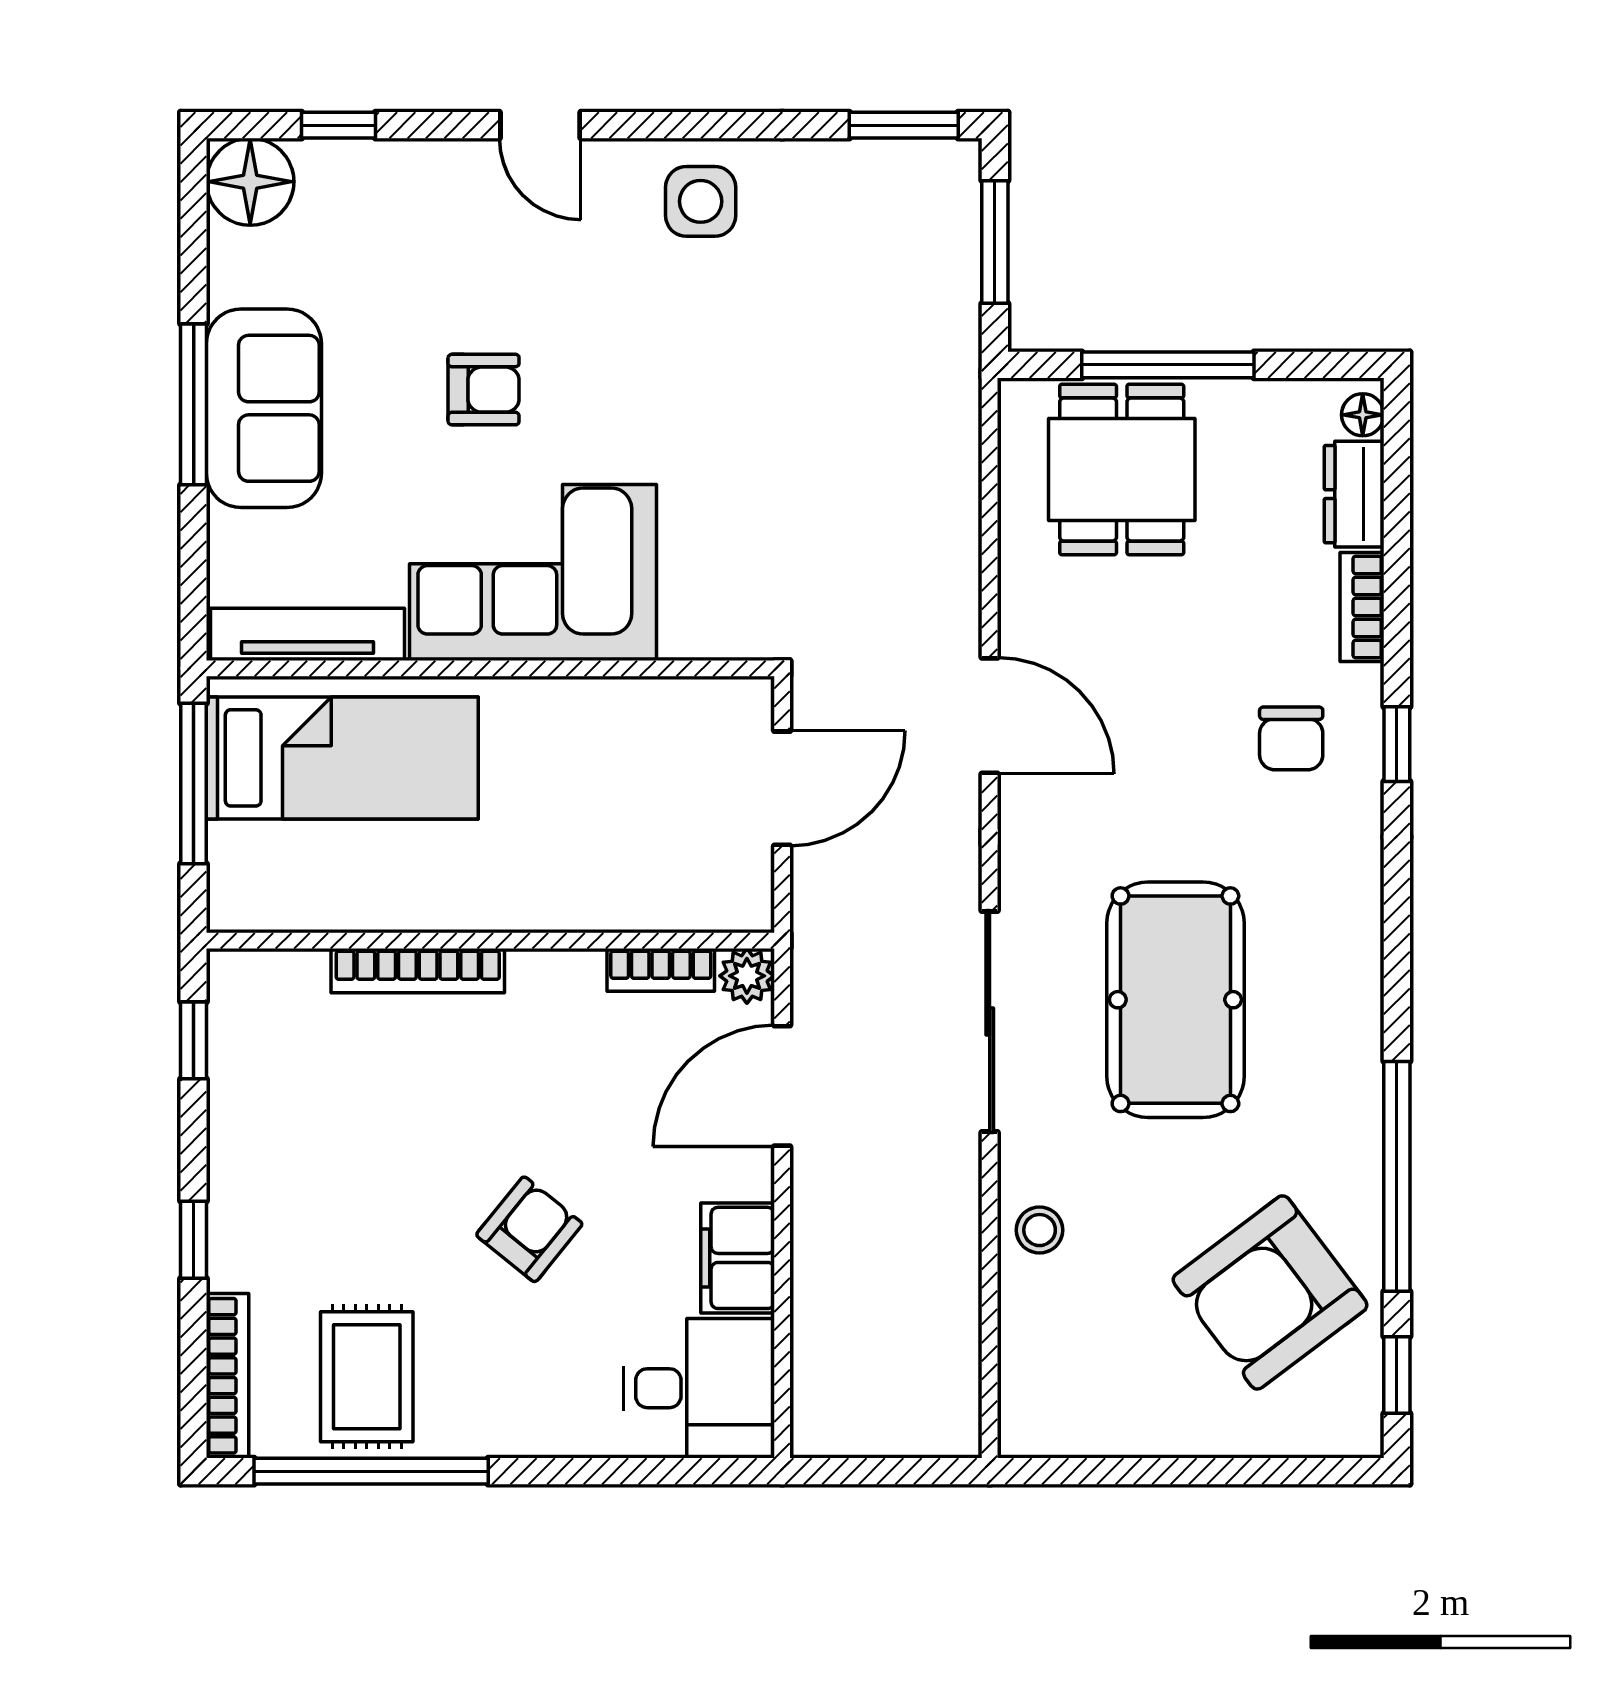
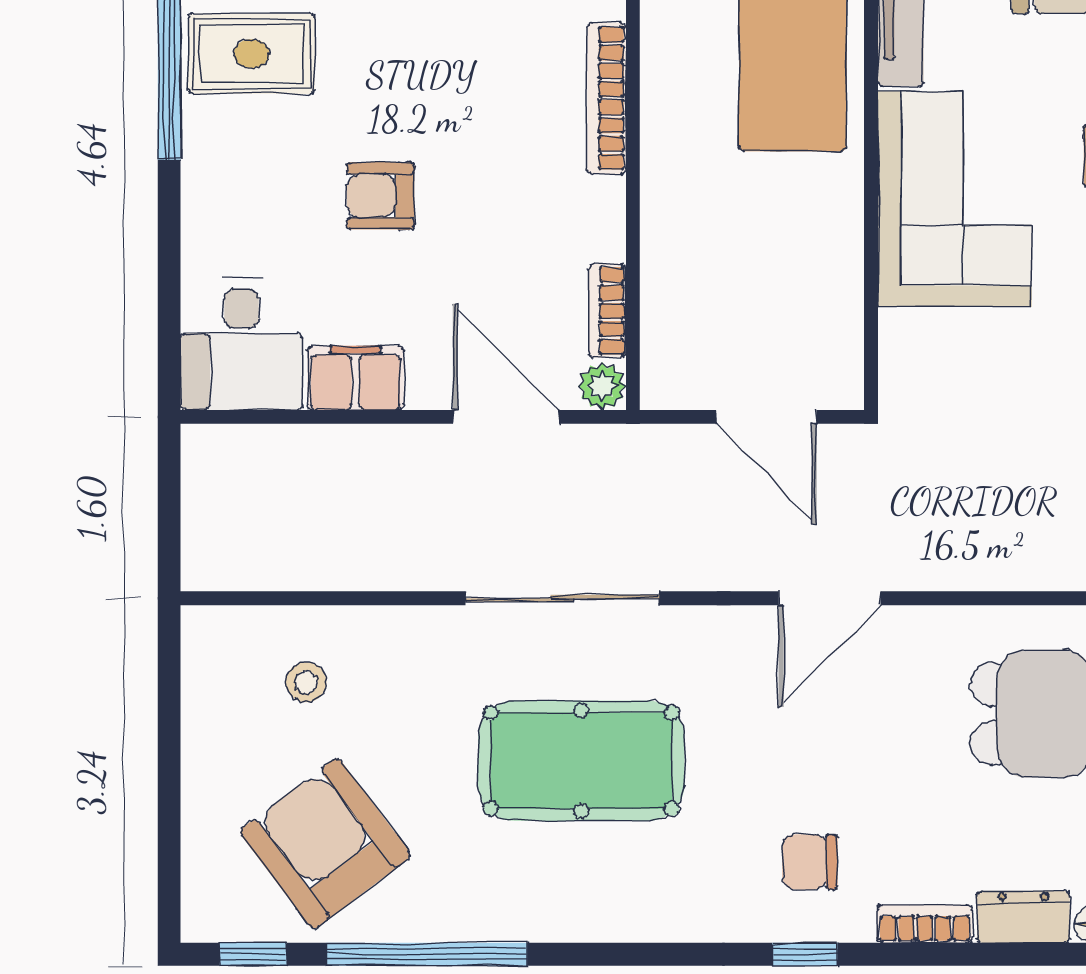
armchair: (529, 1229) -> (381, 196), turned 141
stool: (1040, 1230) -> (306, 682), moved

